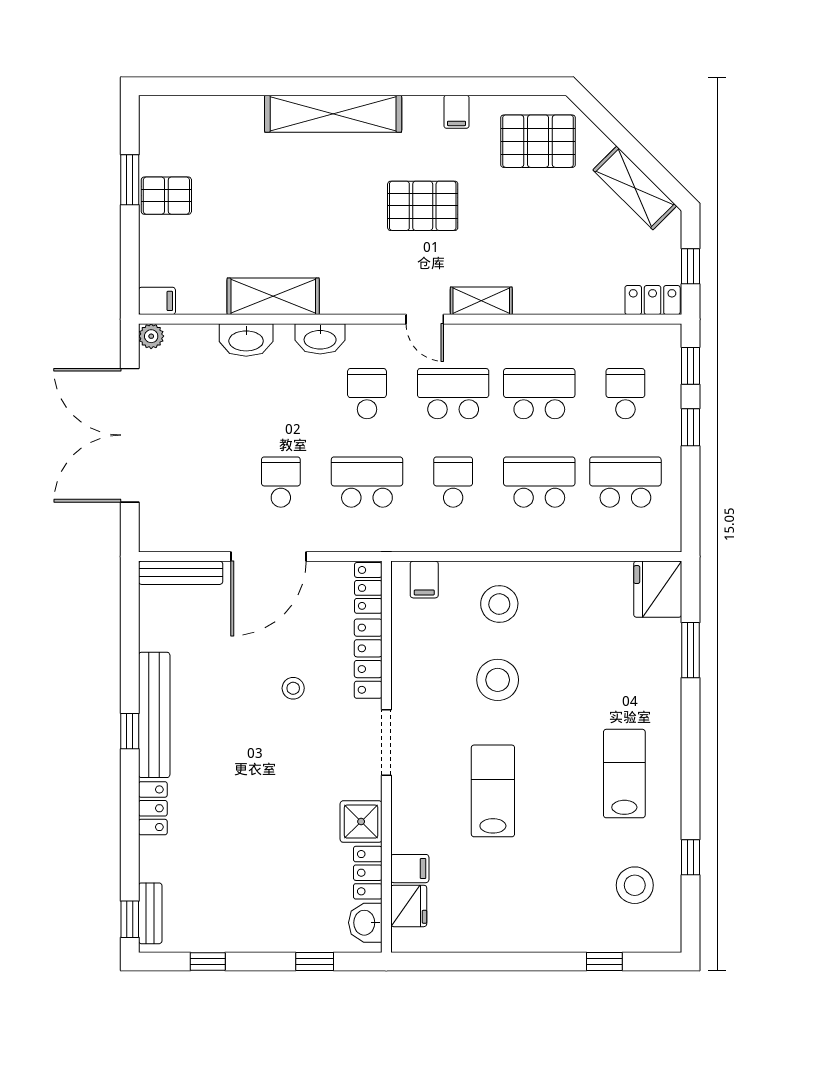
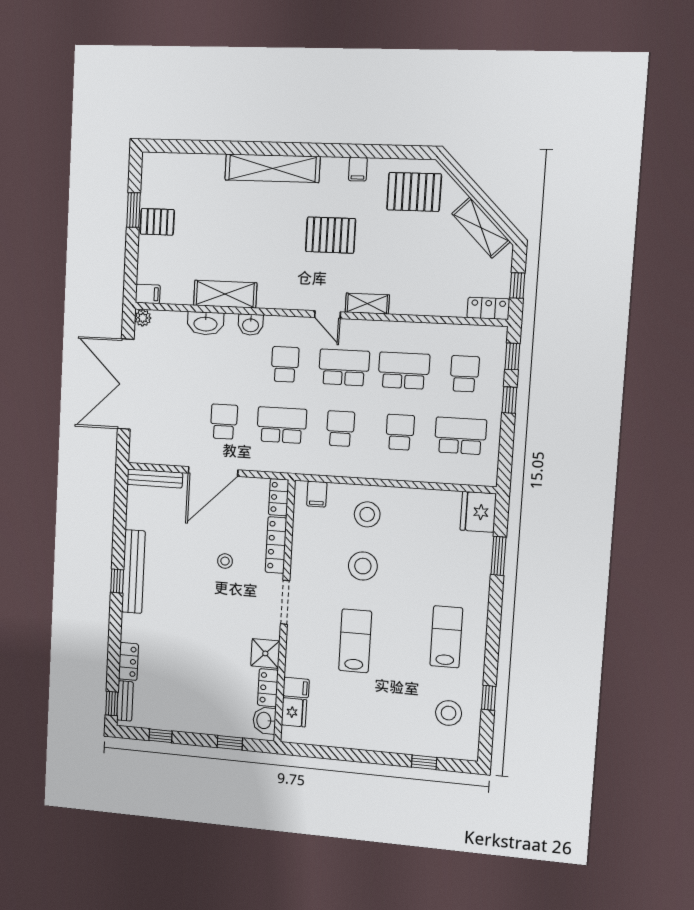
washbasin: (320, 339) -> (251, 325), width x0.72
school desk: (539, 482) -> (400, 432), width x0.54
locker: (153, 808) -> (128, 661), moved

